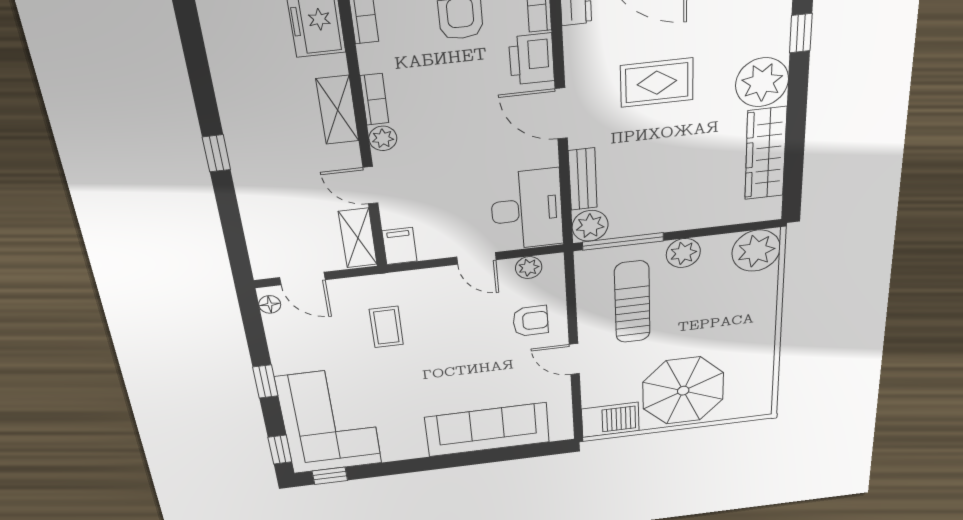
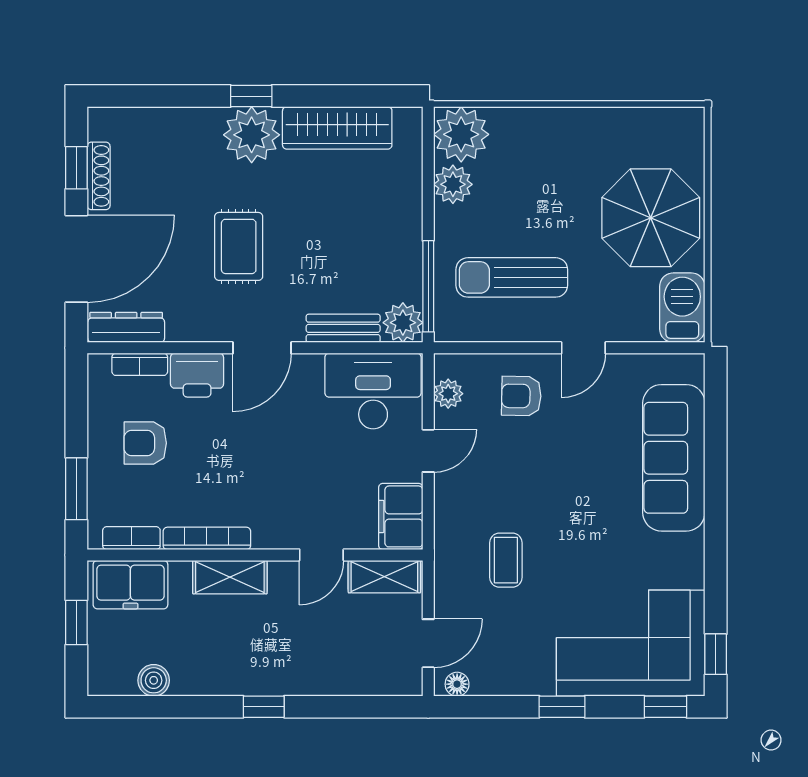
window: (801, 33) -> (251, 96), moved
boiler: (222, 52) -> (154, 680), added
bookcase: (374, 99) -> (207, 538), width x1.56
plant: (383, 138) -> (268, 535), removed
filing cabinet: (400, 246) -> (401, 516), width x2.00
plant: (683, 253) -> (453, 184), moved
armchair: (530, 321) -> (521, 396), turned -89
coffee table: (386, 327) -> (506, 560), turned 90

